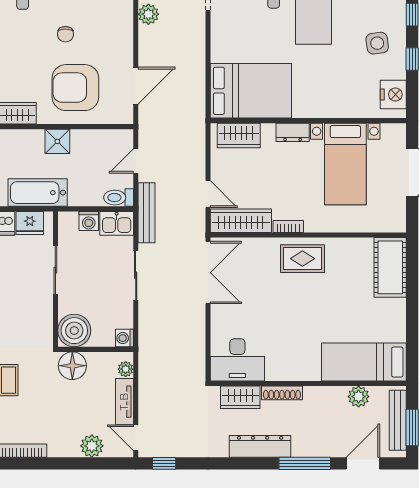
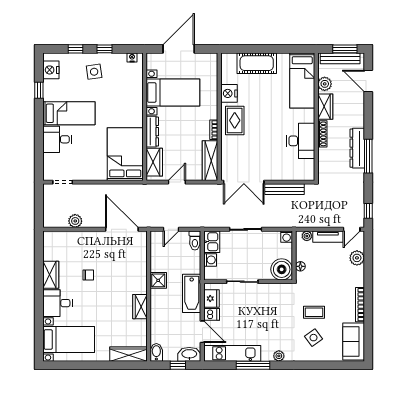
door: (136, 86) -> (122, 229), width x1.36
armchair: (75, 88) -> (123, 269), removed
nightstand: (393, 94) -> (132, 57), width x0.53, depth x0.56
dresser: (293, 132) -> (152, 132), width x1.44
door: (136, 161) -> (171, 229), hinge flipped
door: (208, 194) -> (177, 182), moved
bench: (147, 213) -> (285, 189), moved
nightstand: (344, 250) -> (229, 93), added
cot: (390, 267) -> (257, 63), moved
double door: (208, 273) -> (244, 182), swing flipped
desk: (237, 360) -> (301, 141), moved
floor lamp: (72, 366) -> (300, 266), width x0.53, depth x0.53
wardrobe: (240, 397) -> (325, 107), moved
window: (305, 463) -> (368, 156), moved

